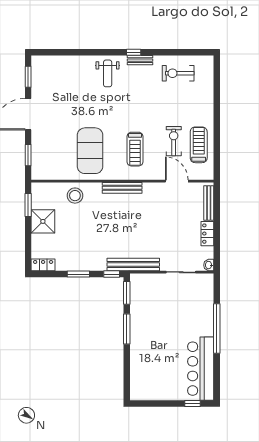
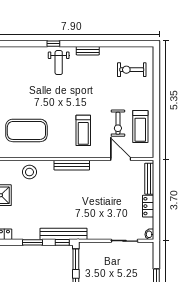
window: (134, 52) -> (53, 44), moved
exercise bike: (178, 73) -> (132, 70), moved
exercise bike: (174, 141) -> (118, 123), turned 180
treadmill: (199, 145) -> (140, 127), turned 180
exercise mat: (90, 151) -> (26, 130), moved, turned 90
bench: (133, 265) -> (64, 234), moved

